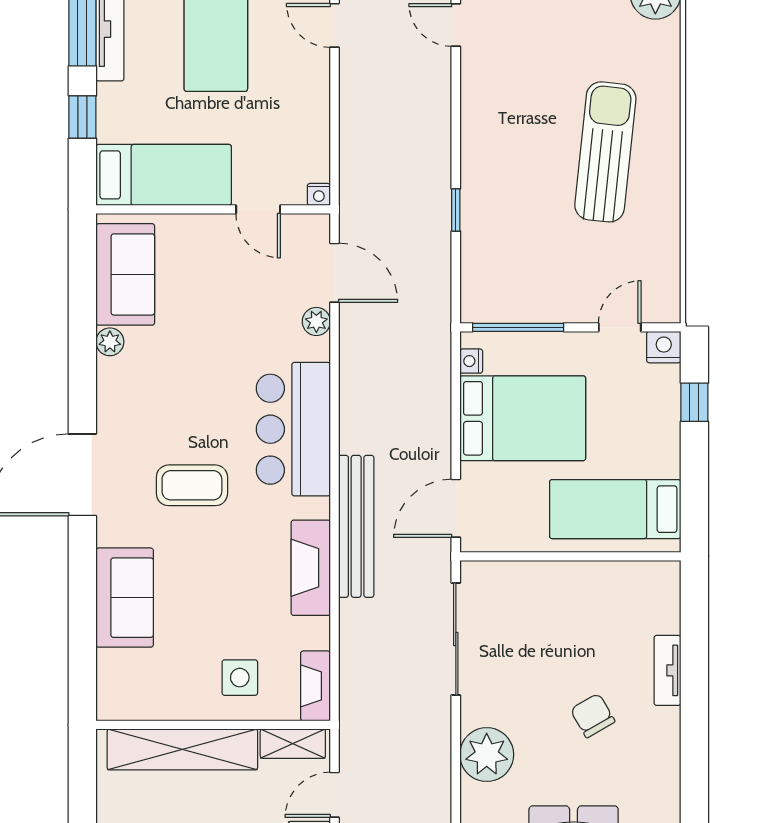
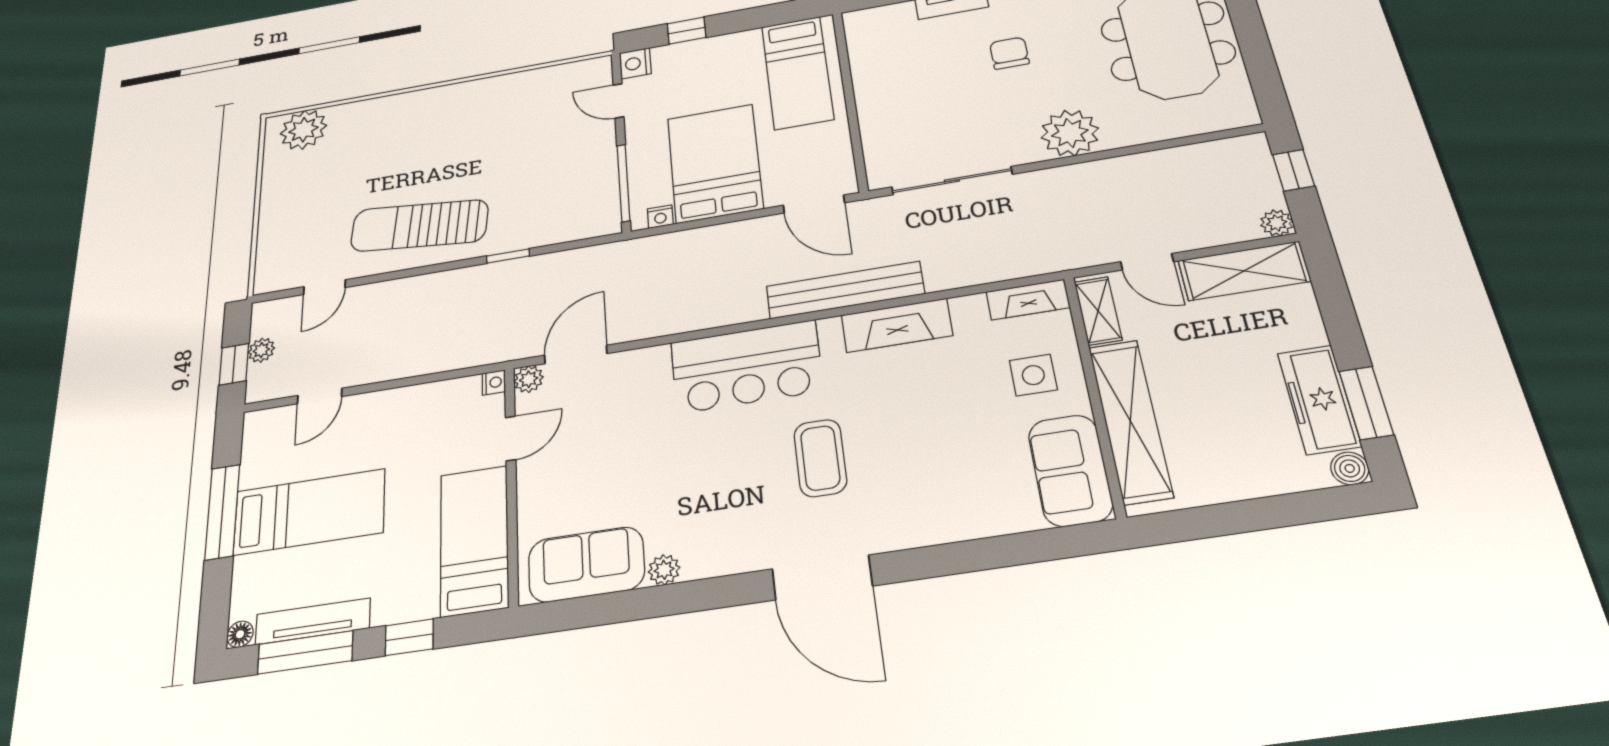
sun lounger: (605, 152) -> (419, 225), moved
plant: (316, 321) -> (529, 379), moved
sofa: (125, 598) -> (1070, 470), moved, turned -90
chair: (593, 716) -> (1009, 53), turned 120

